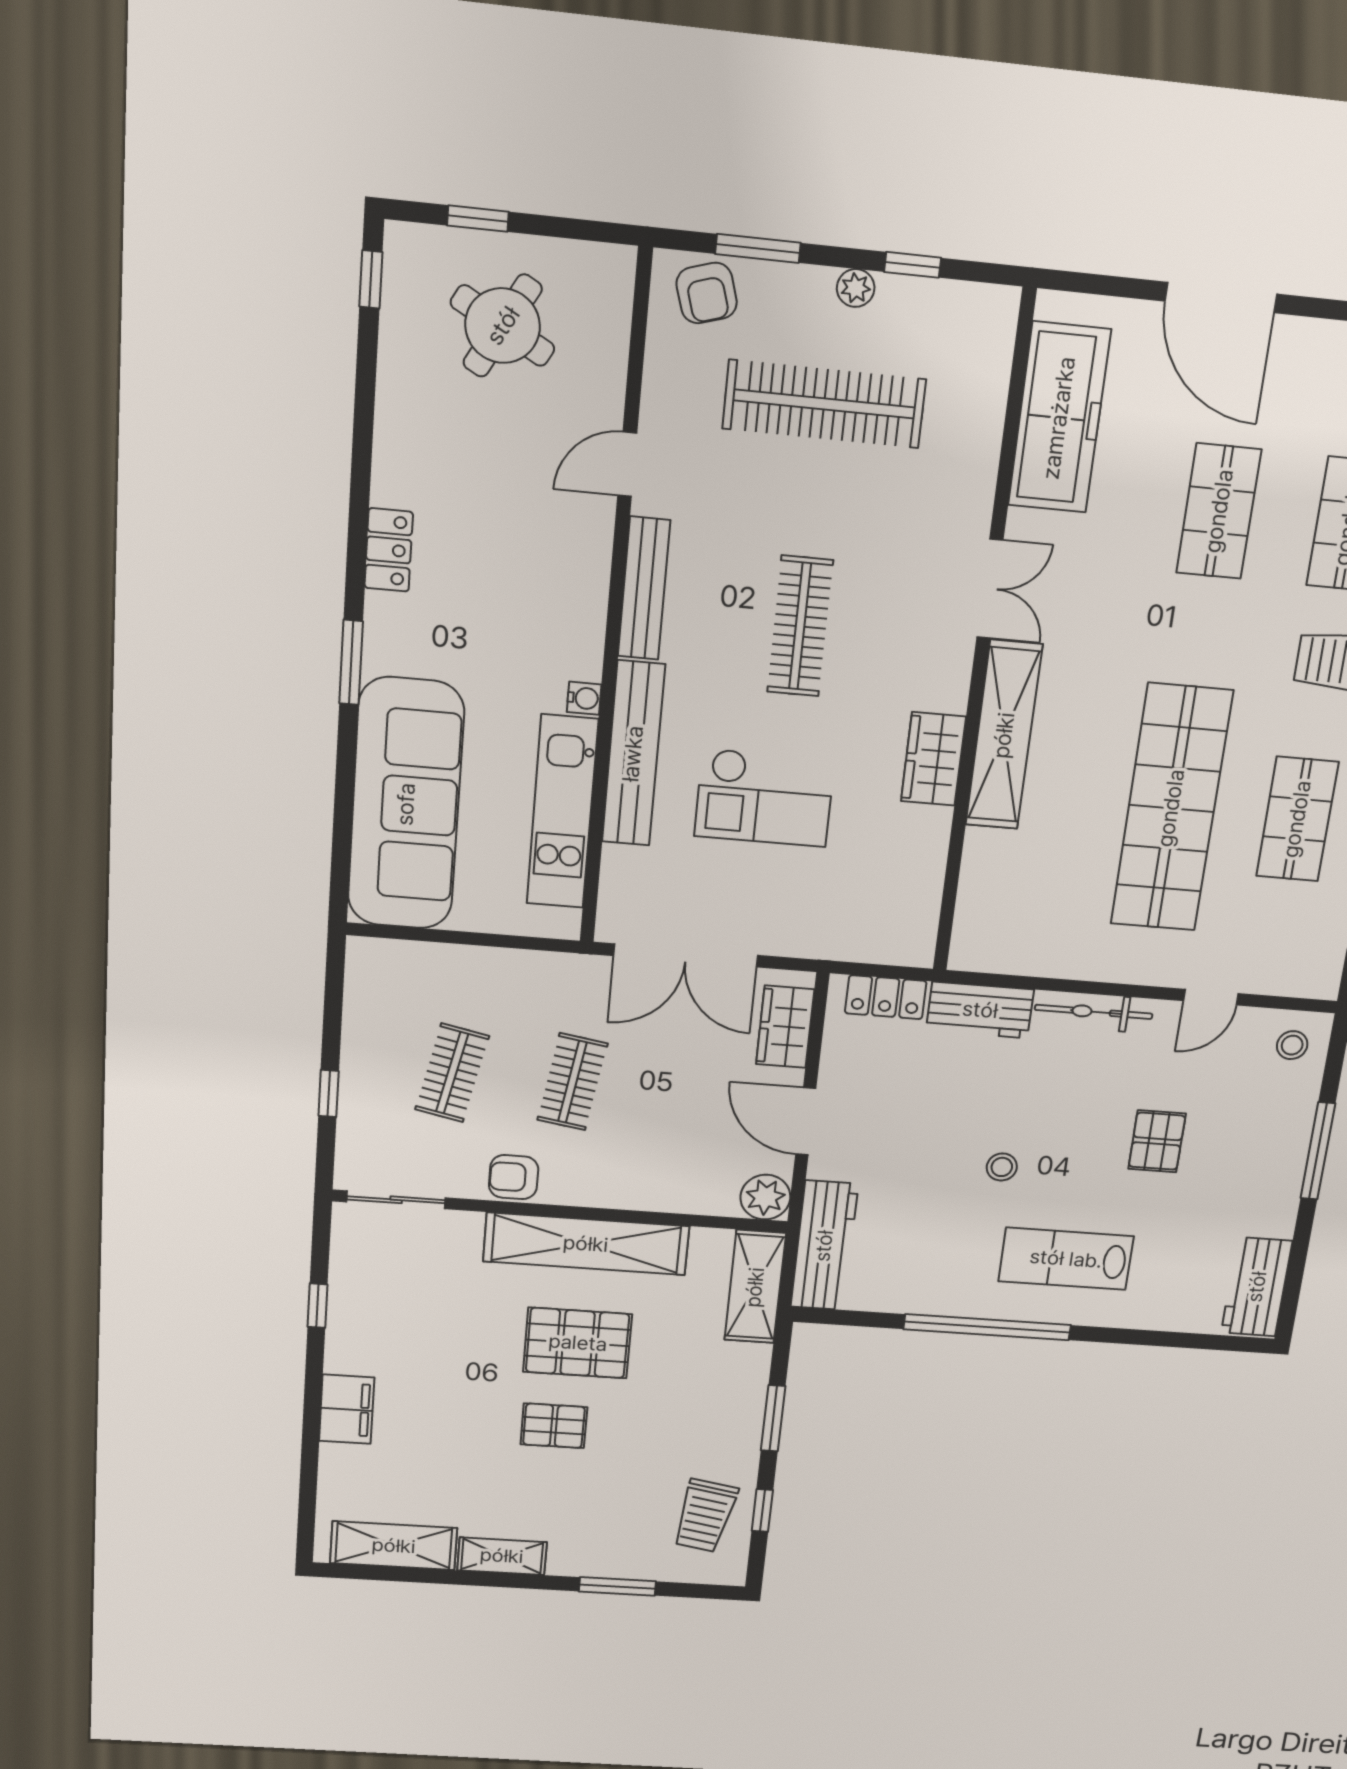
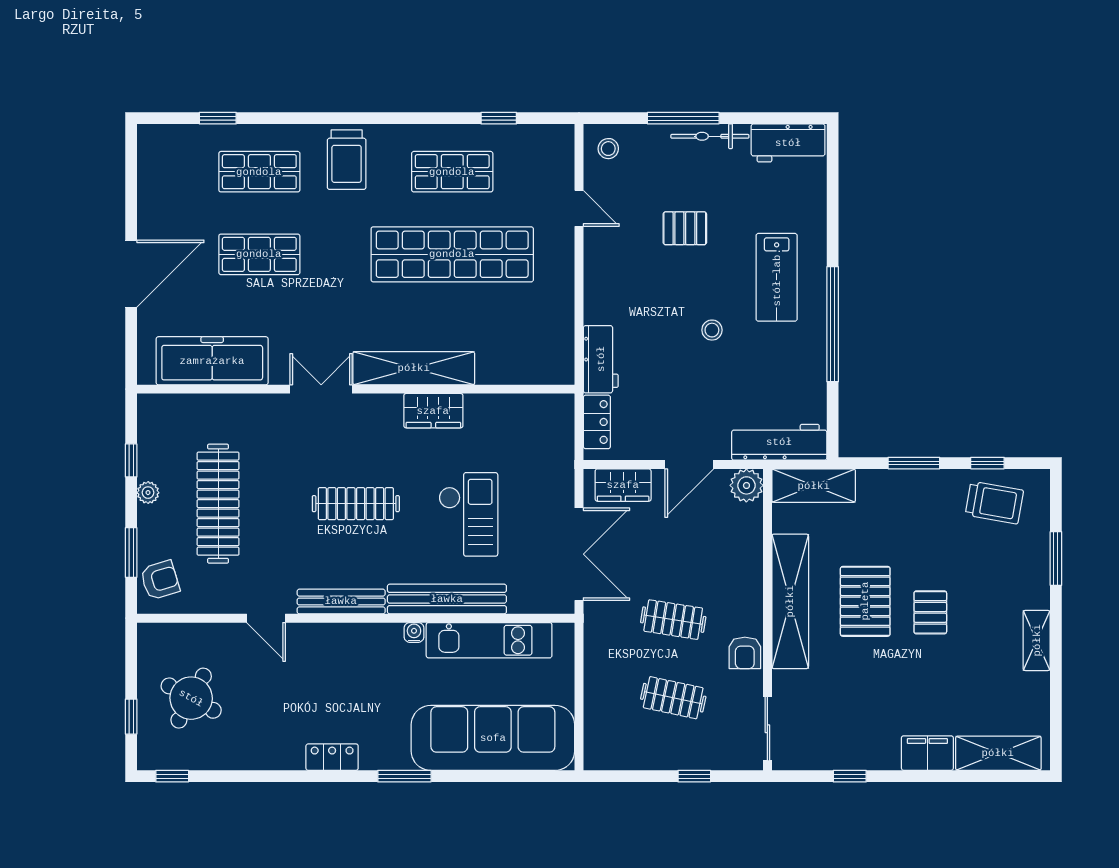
bicycle: (1094, 1012) -> (710, 136), moved, turned 90
shelving: (394, 1546) -> (998, 753), moved, turned 90

